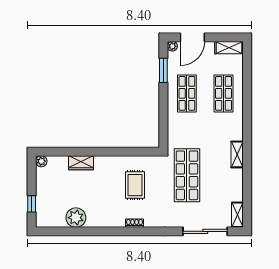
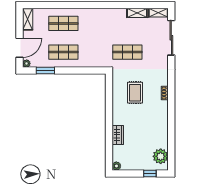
door: (192, 37) -> (19, 48), hinge flipped
shelving: (237, 154) -> (137, 13), moved
shop shelf: (187, 175) -> (127, 52), width x0.70, depth x0.74
rug: (135, 185) -> (135, 93), turned 90
plant: (76, 218) -> (161, 156), moved

